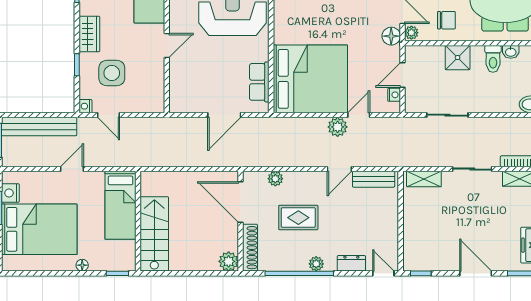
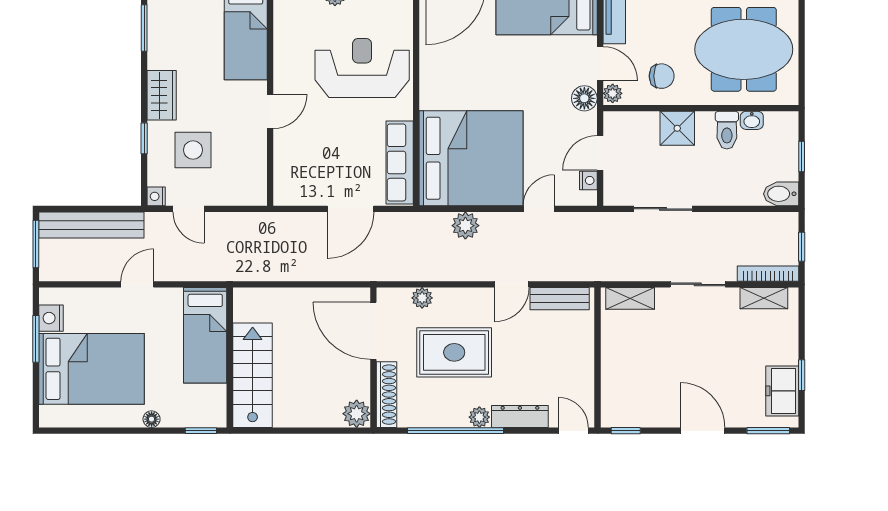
row of seats: (259, 82) -> (400, 162), width x1.48
plant: (338, 127) -> (465, 226), moved
rug: (298, 218) -> (454, 352), width x1.36, depth x1.43
dresser: (351, 263) -> (520, 416), width x1.44

